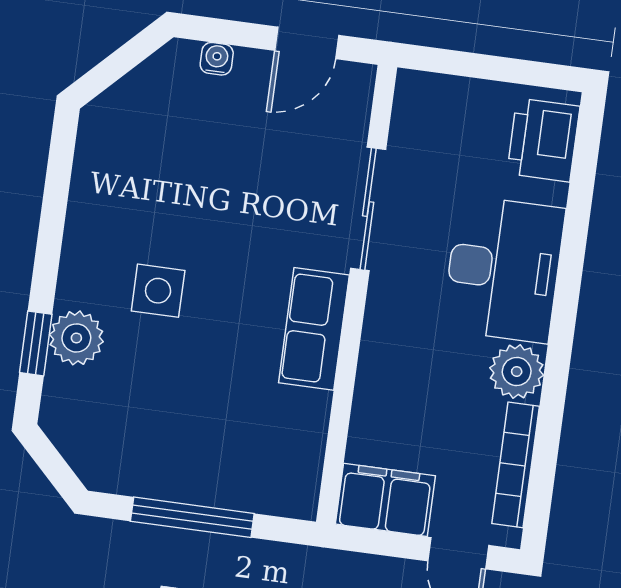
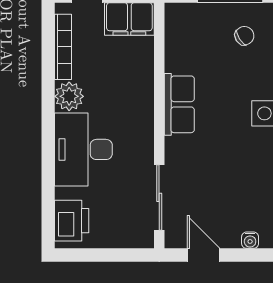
door: (307, 43) -> (204, 255), hinge flipped
sliding door: (368, 209) -> (159, 197), moved
chair: (176, 440) -> (244, 36), added

